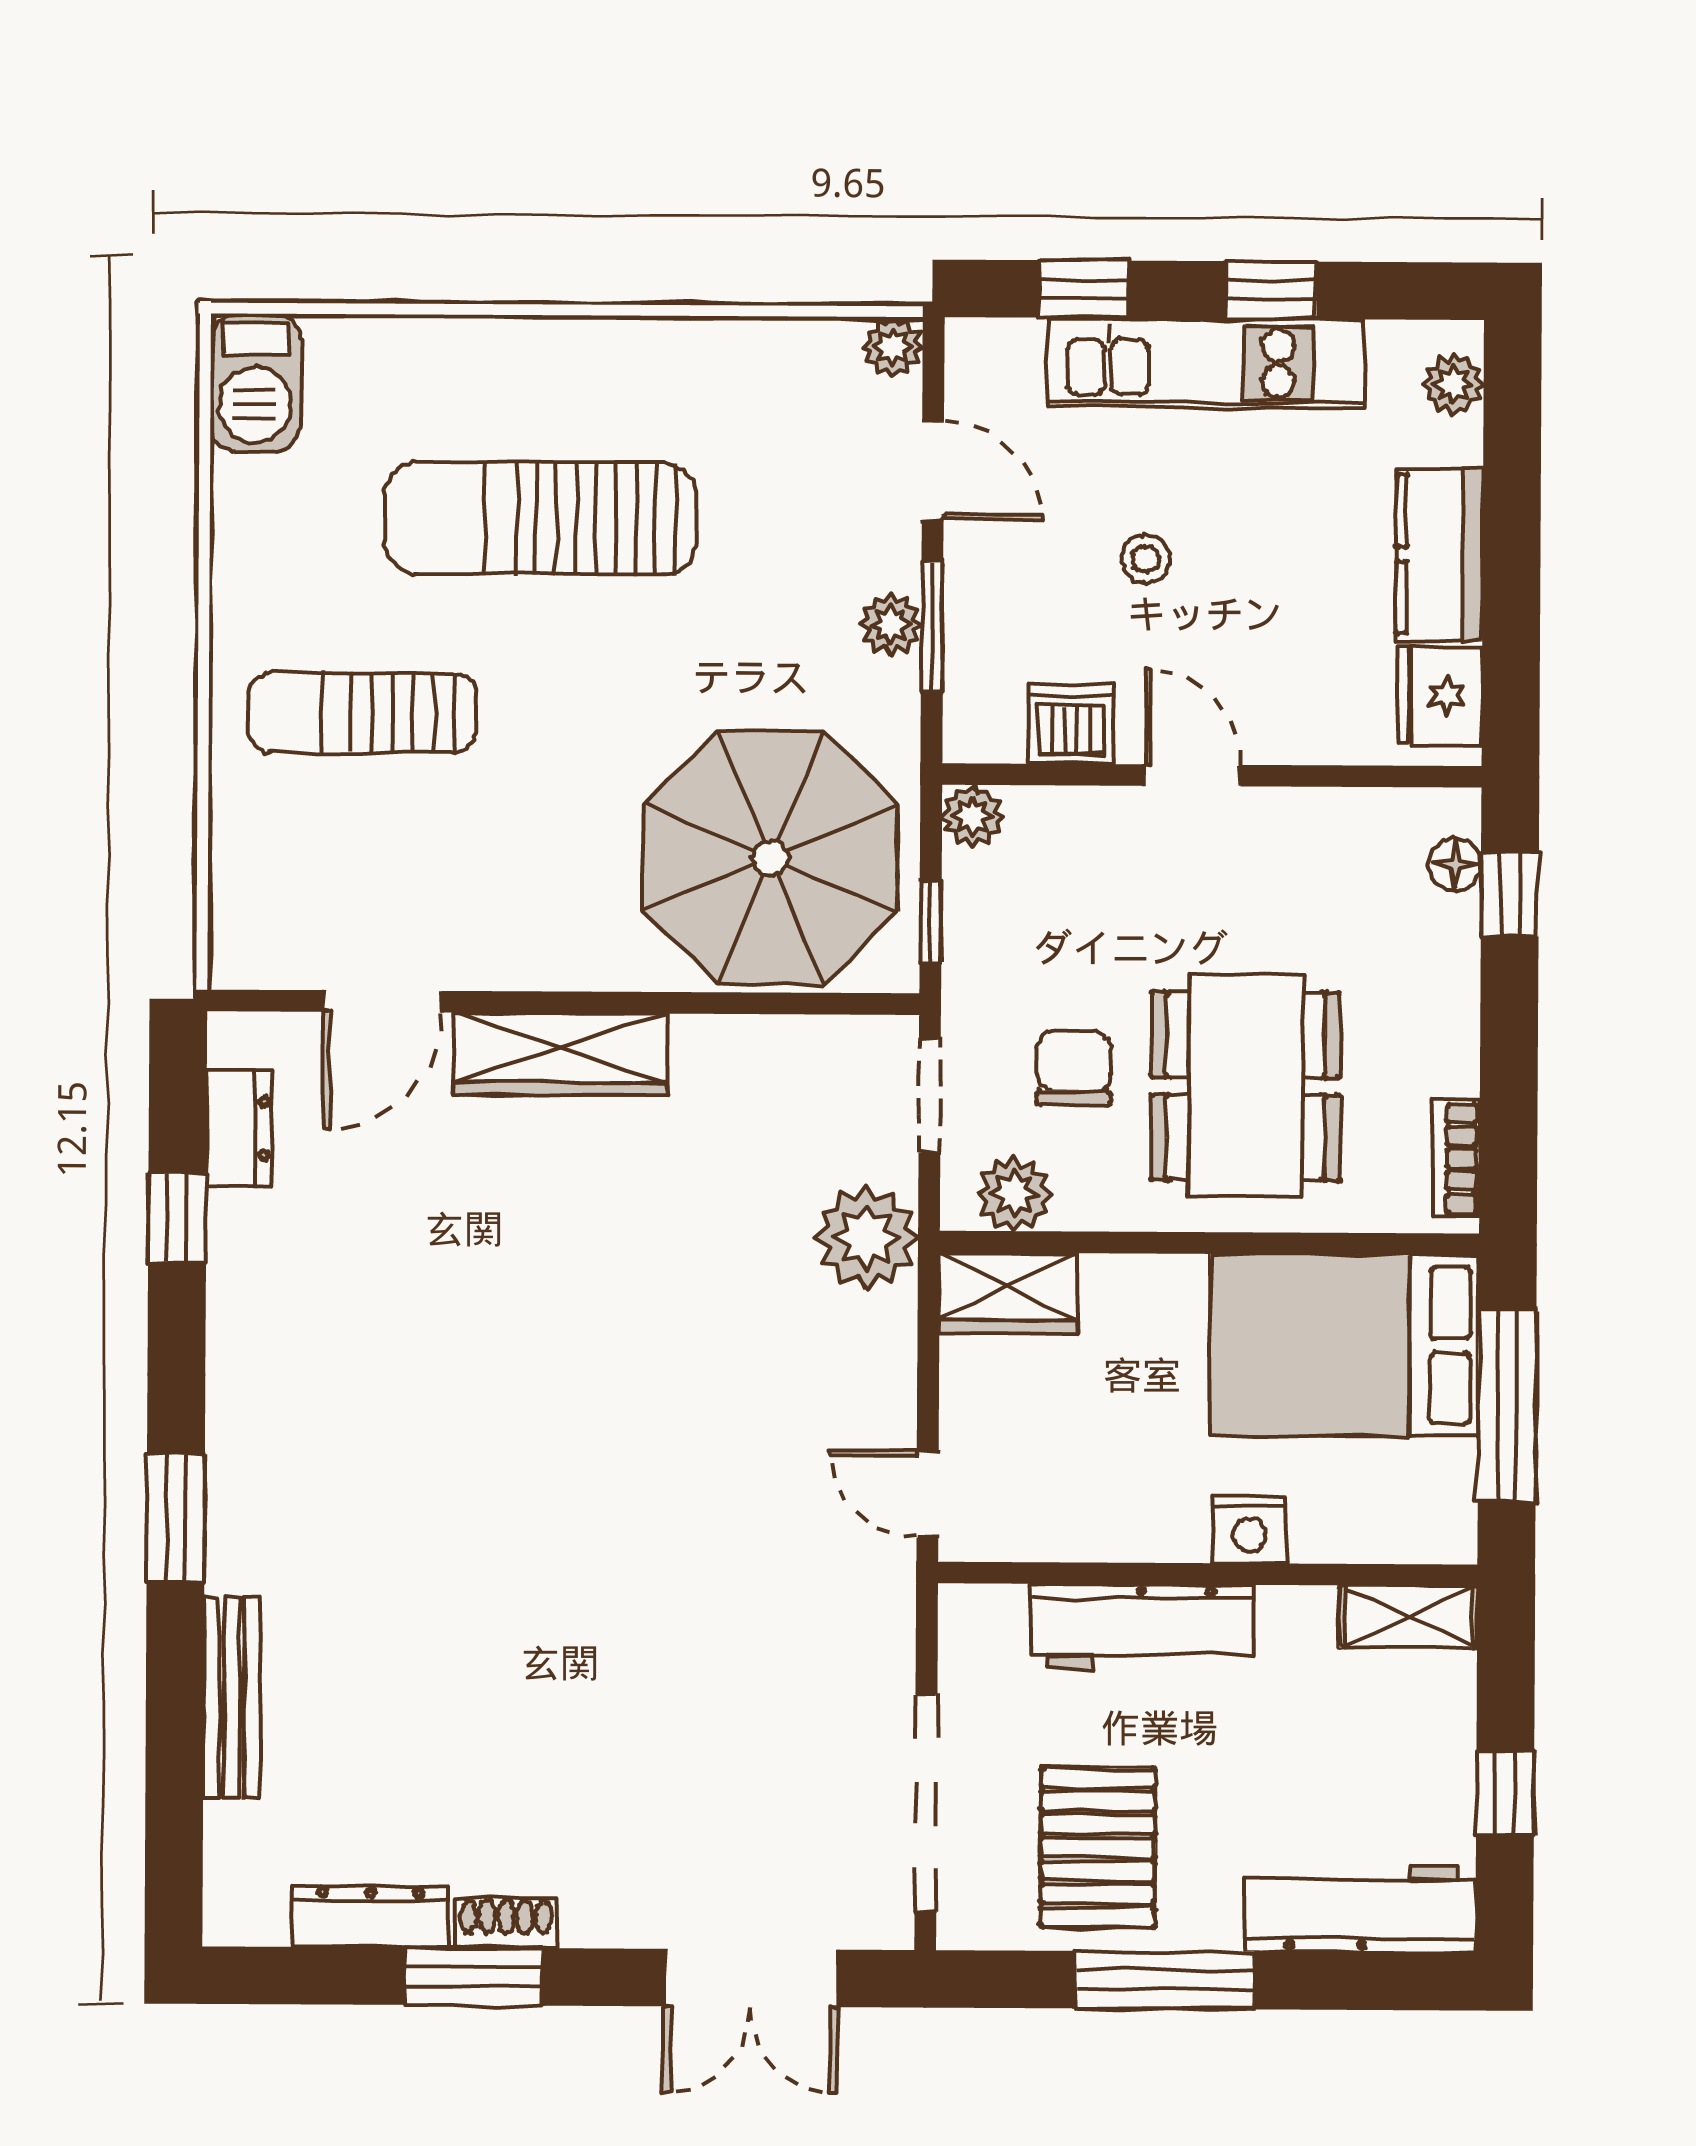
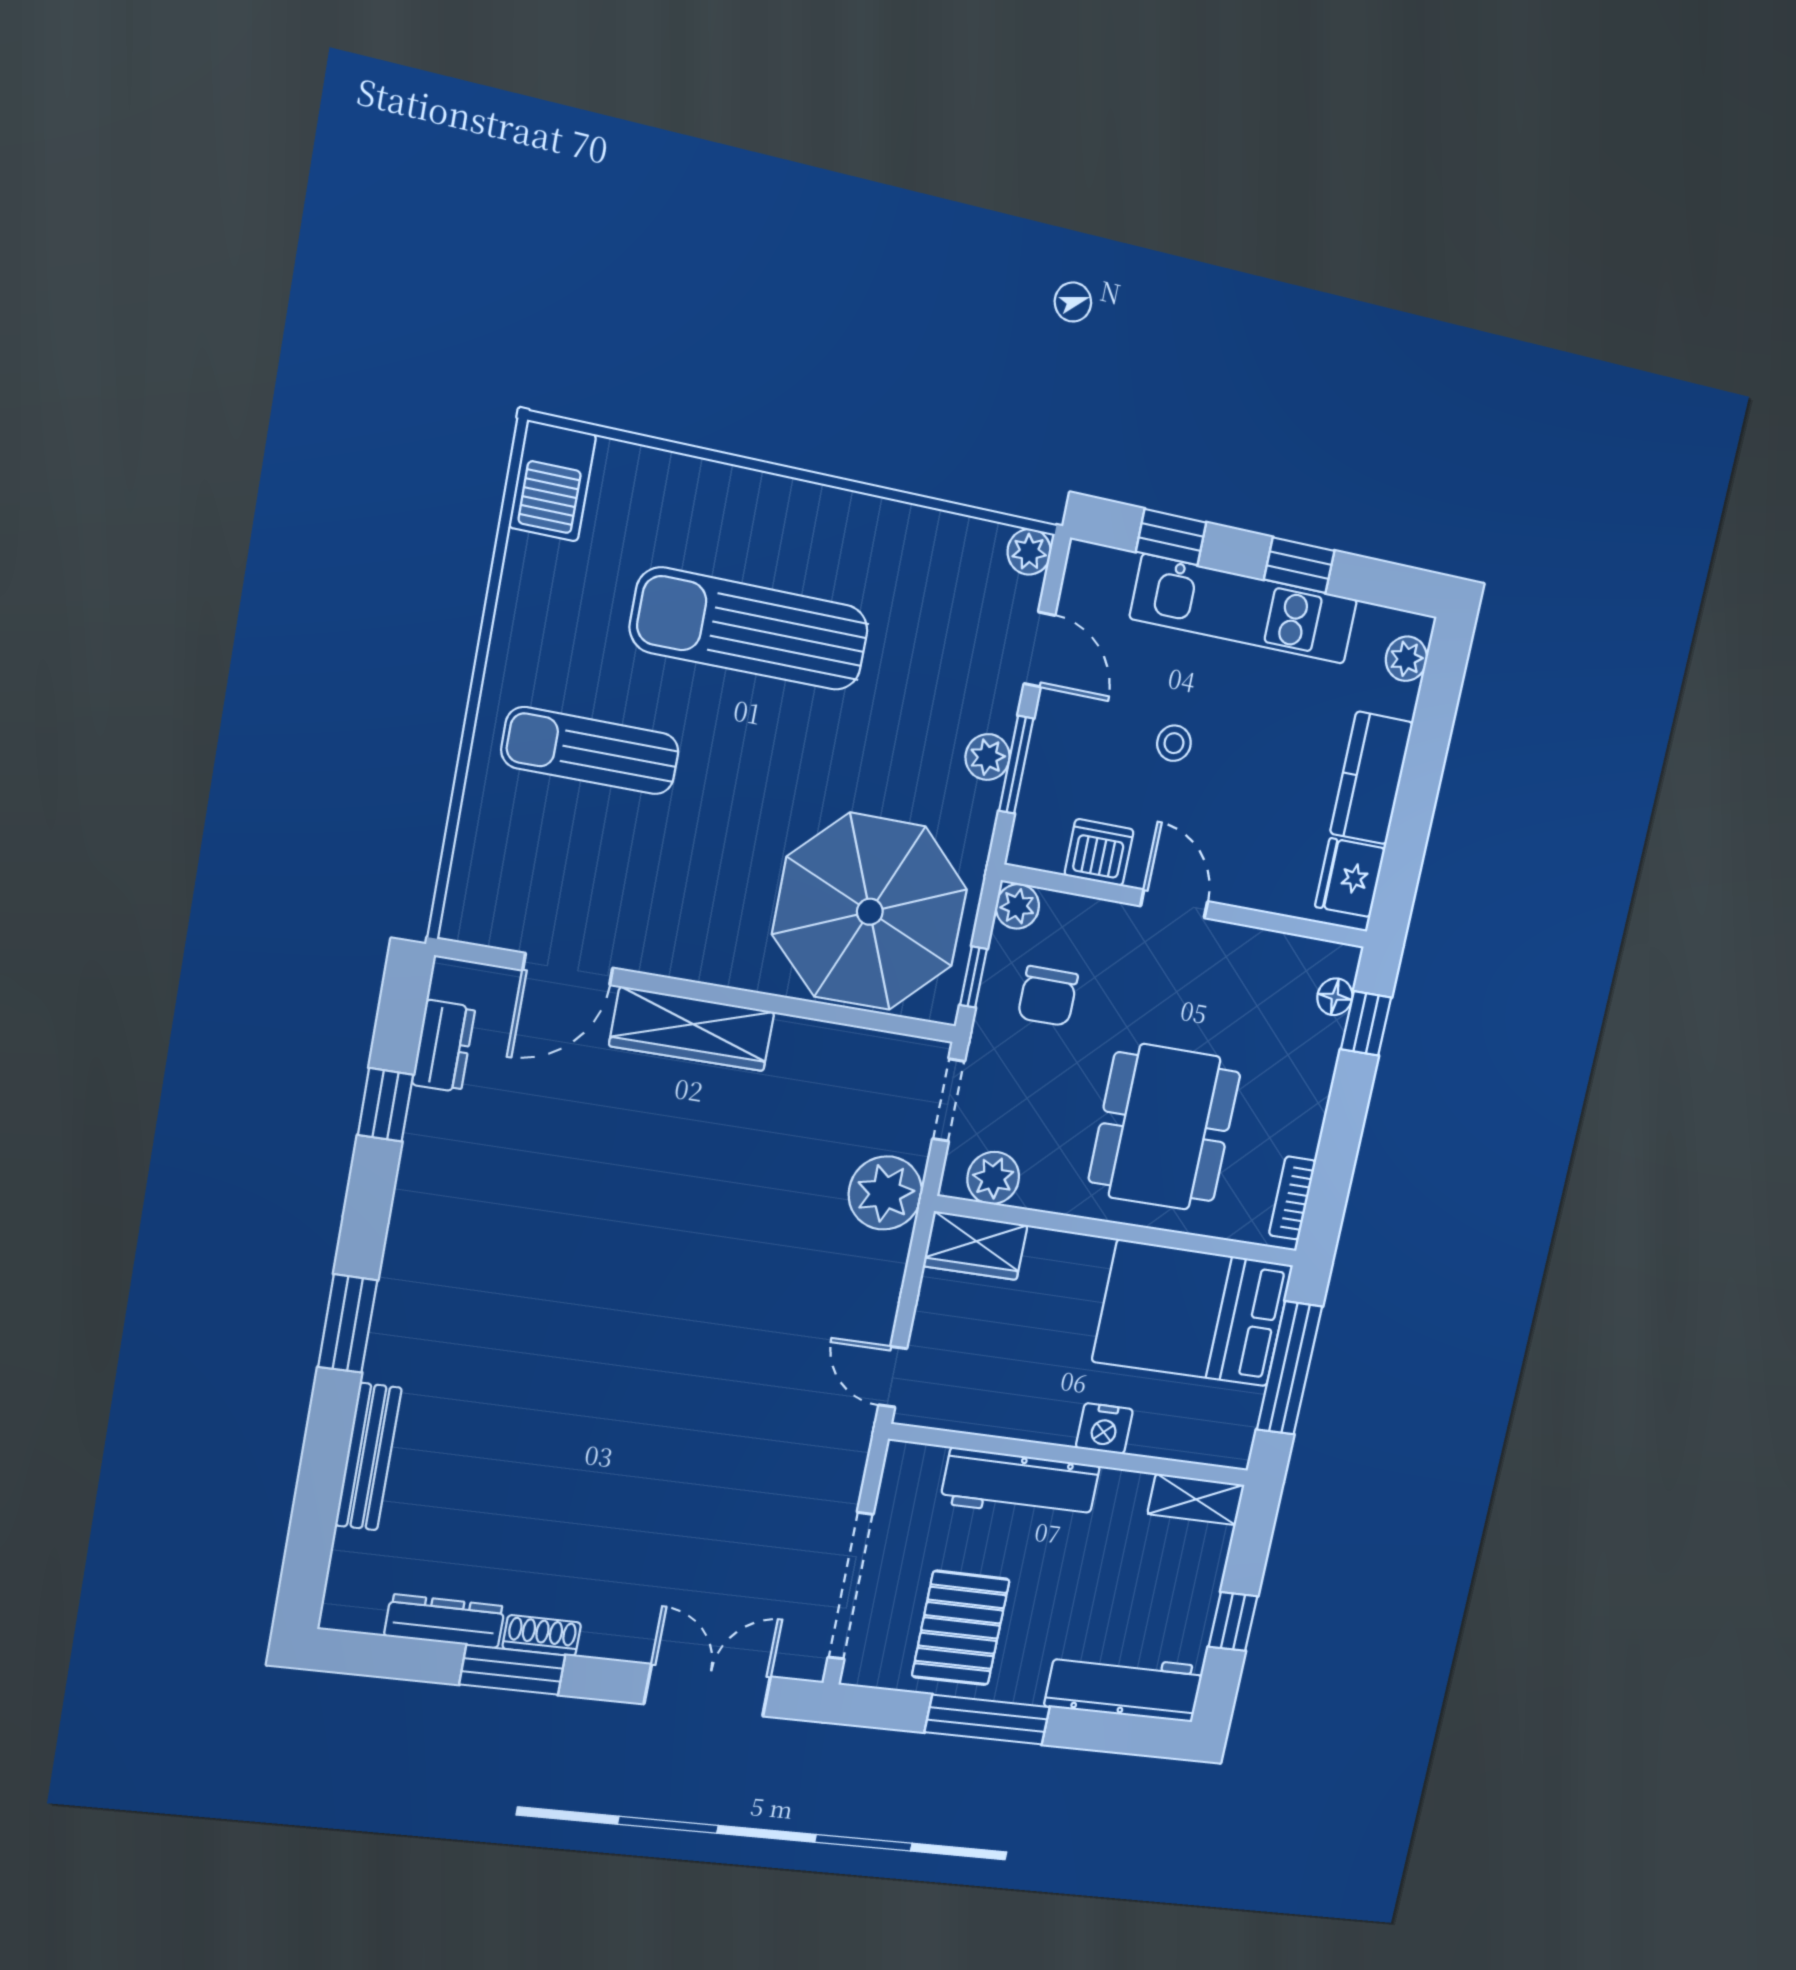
chair: (1074, 1068) -> (1048, 996), moved, turned 180
double door: (751, 1978) -> (707, 1690), swing flipped

